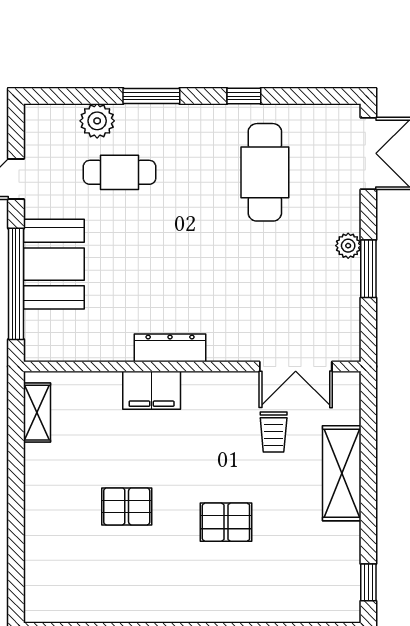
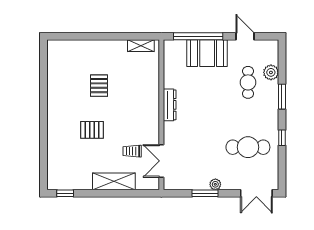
filing cabinet: (152, 390) -> (151, 97), removed
pallet: (226, 522) -> (92, 130), turned 90

